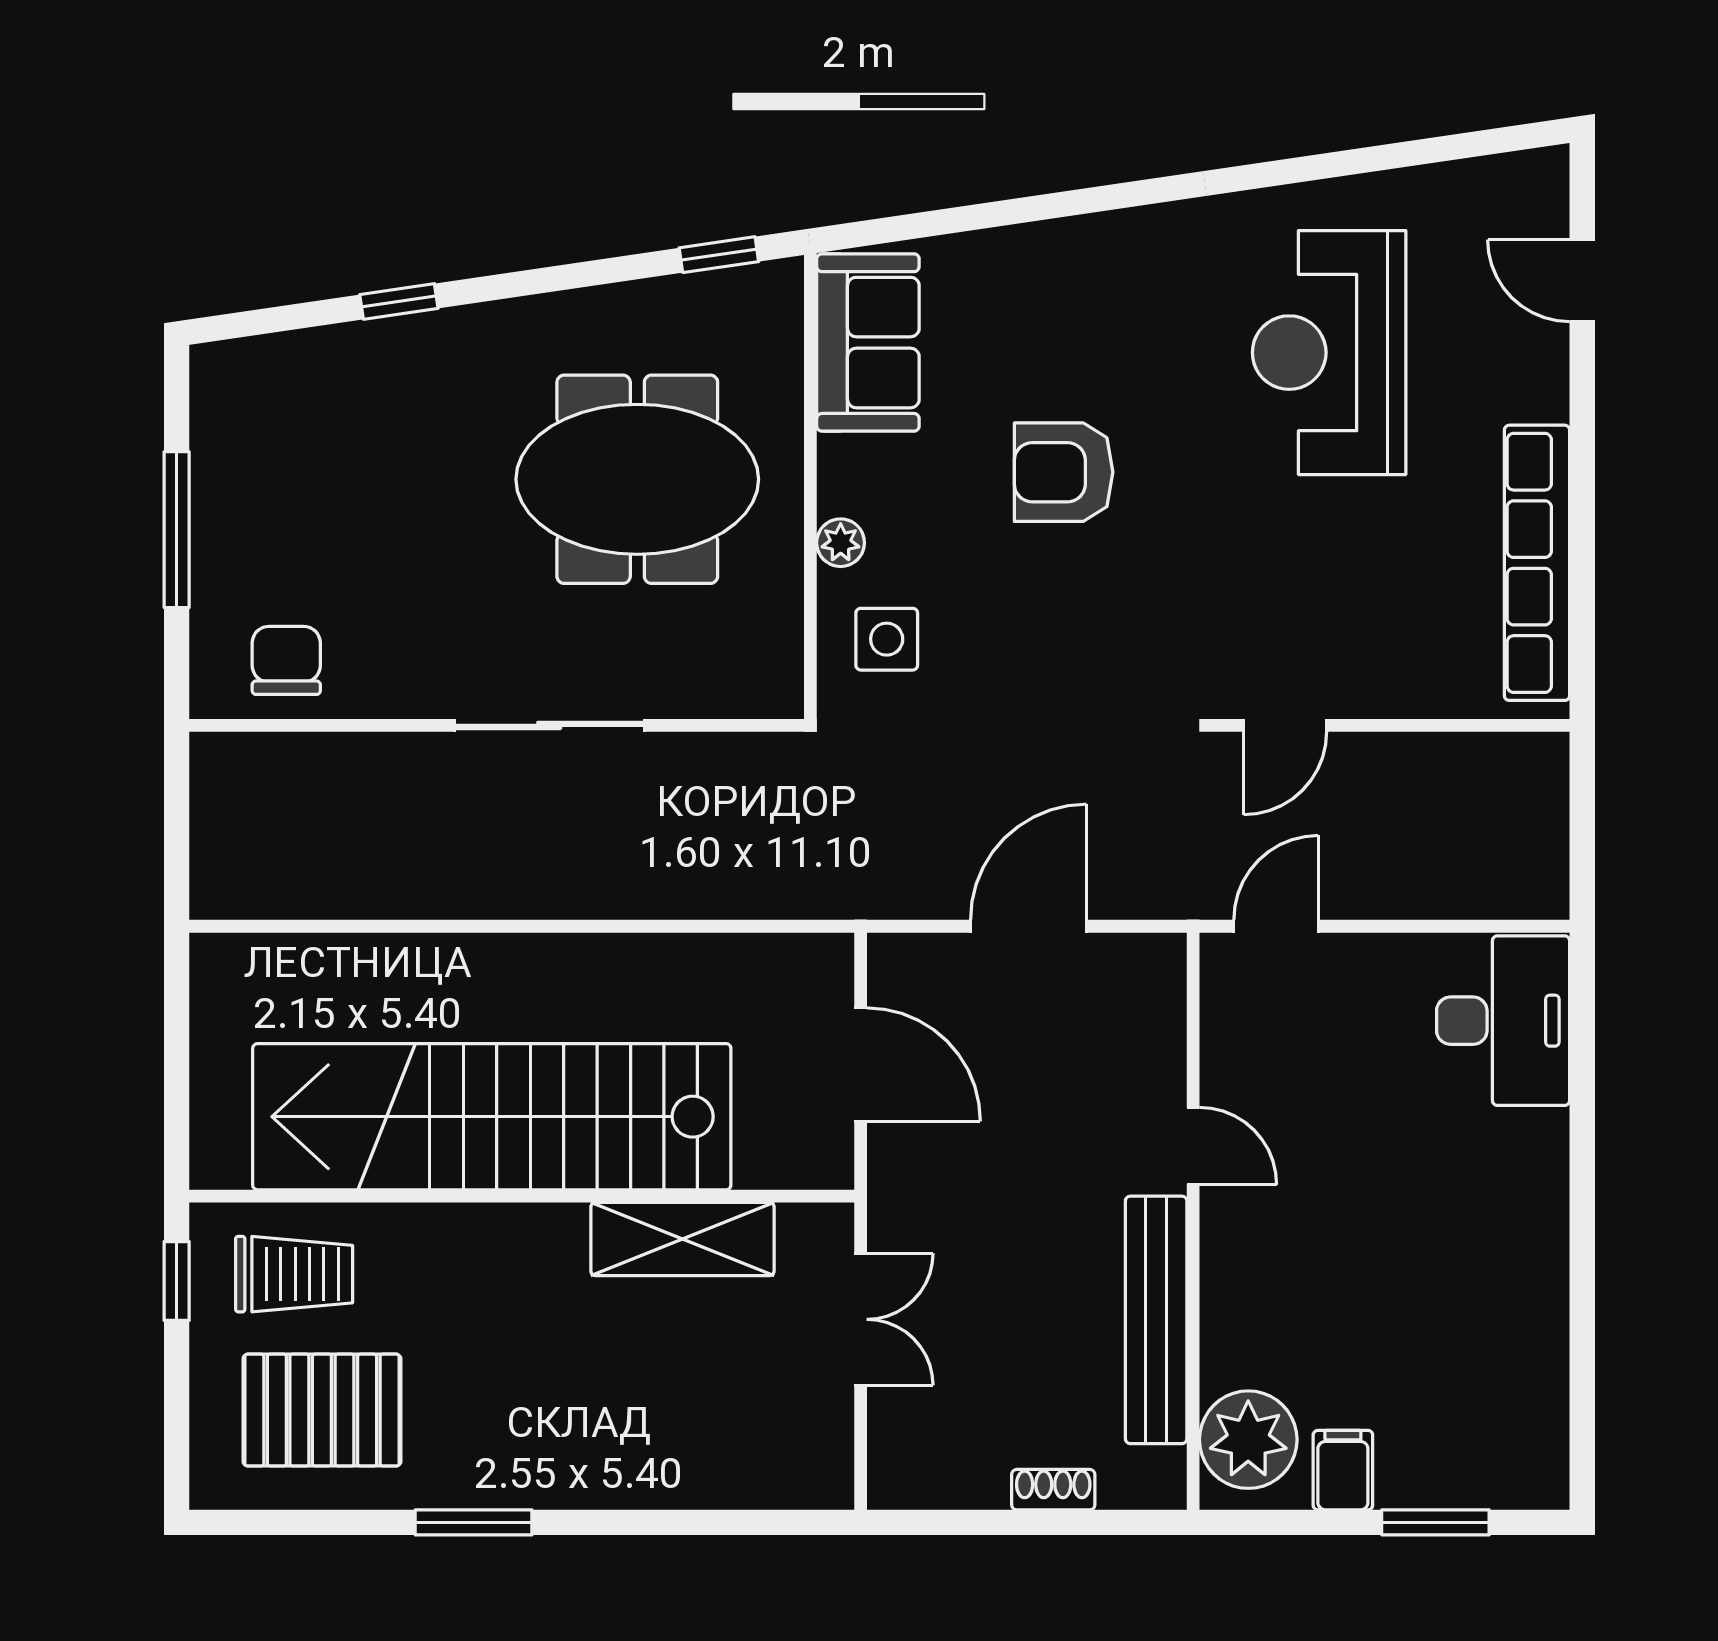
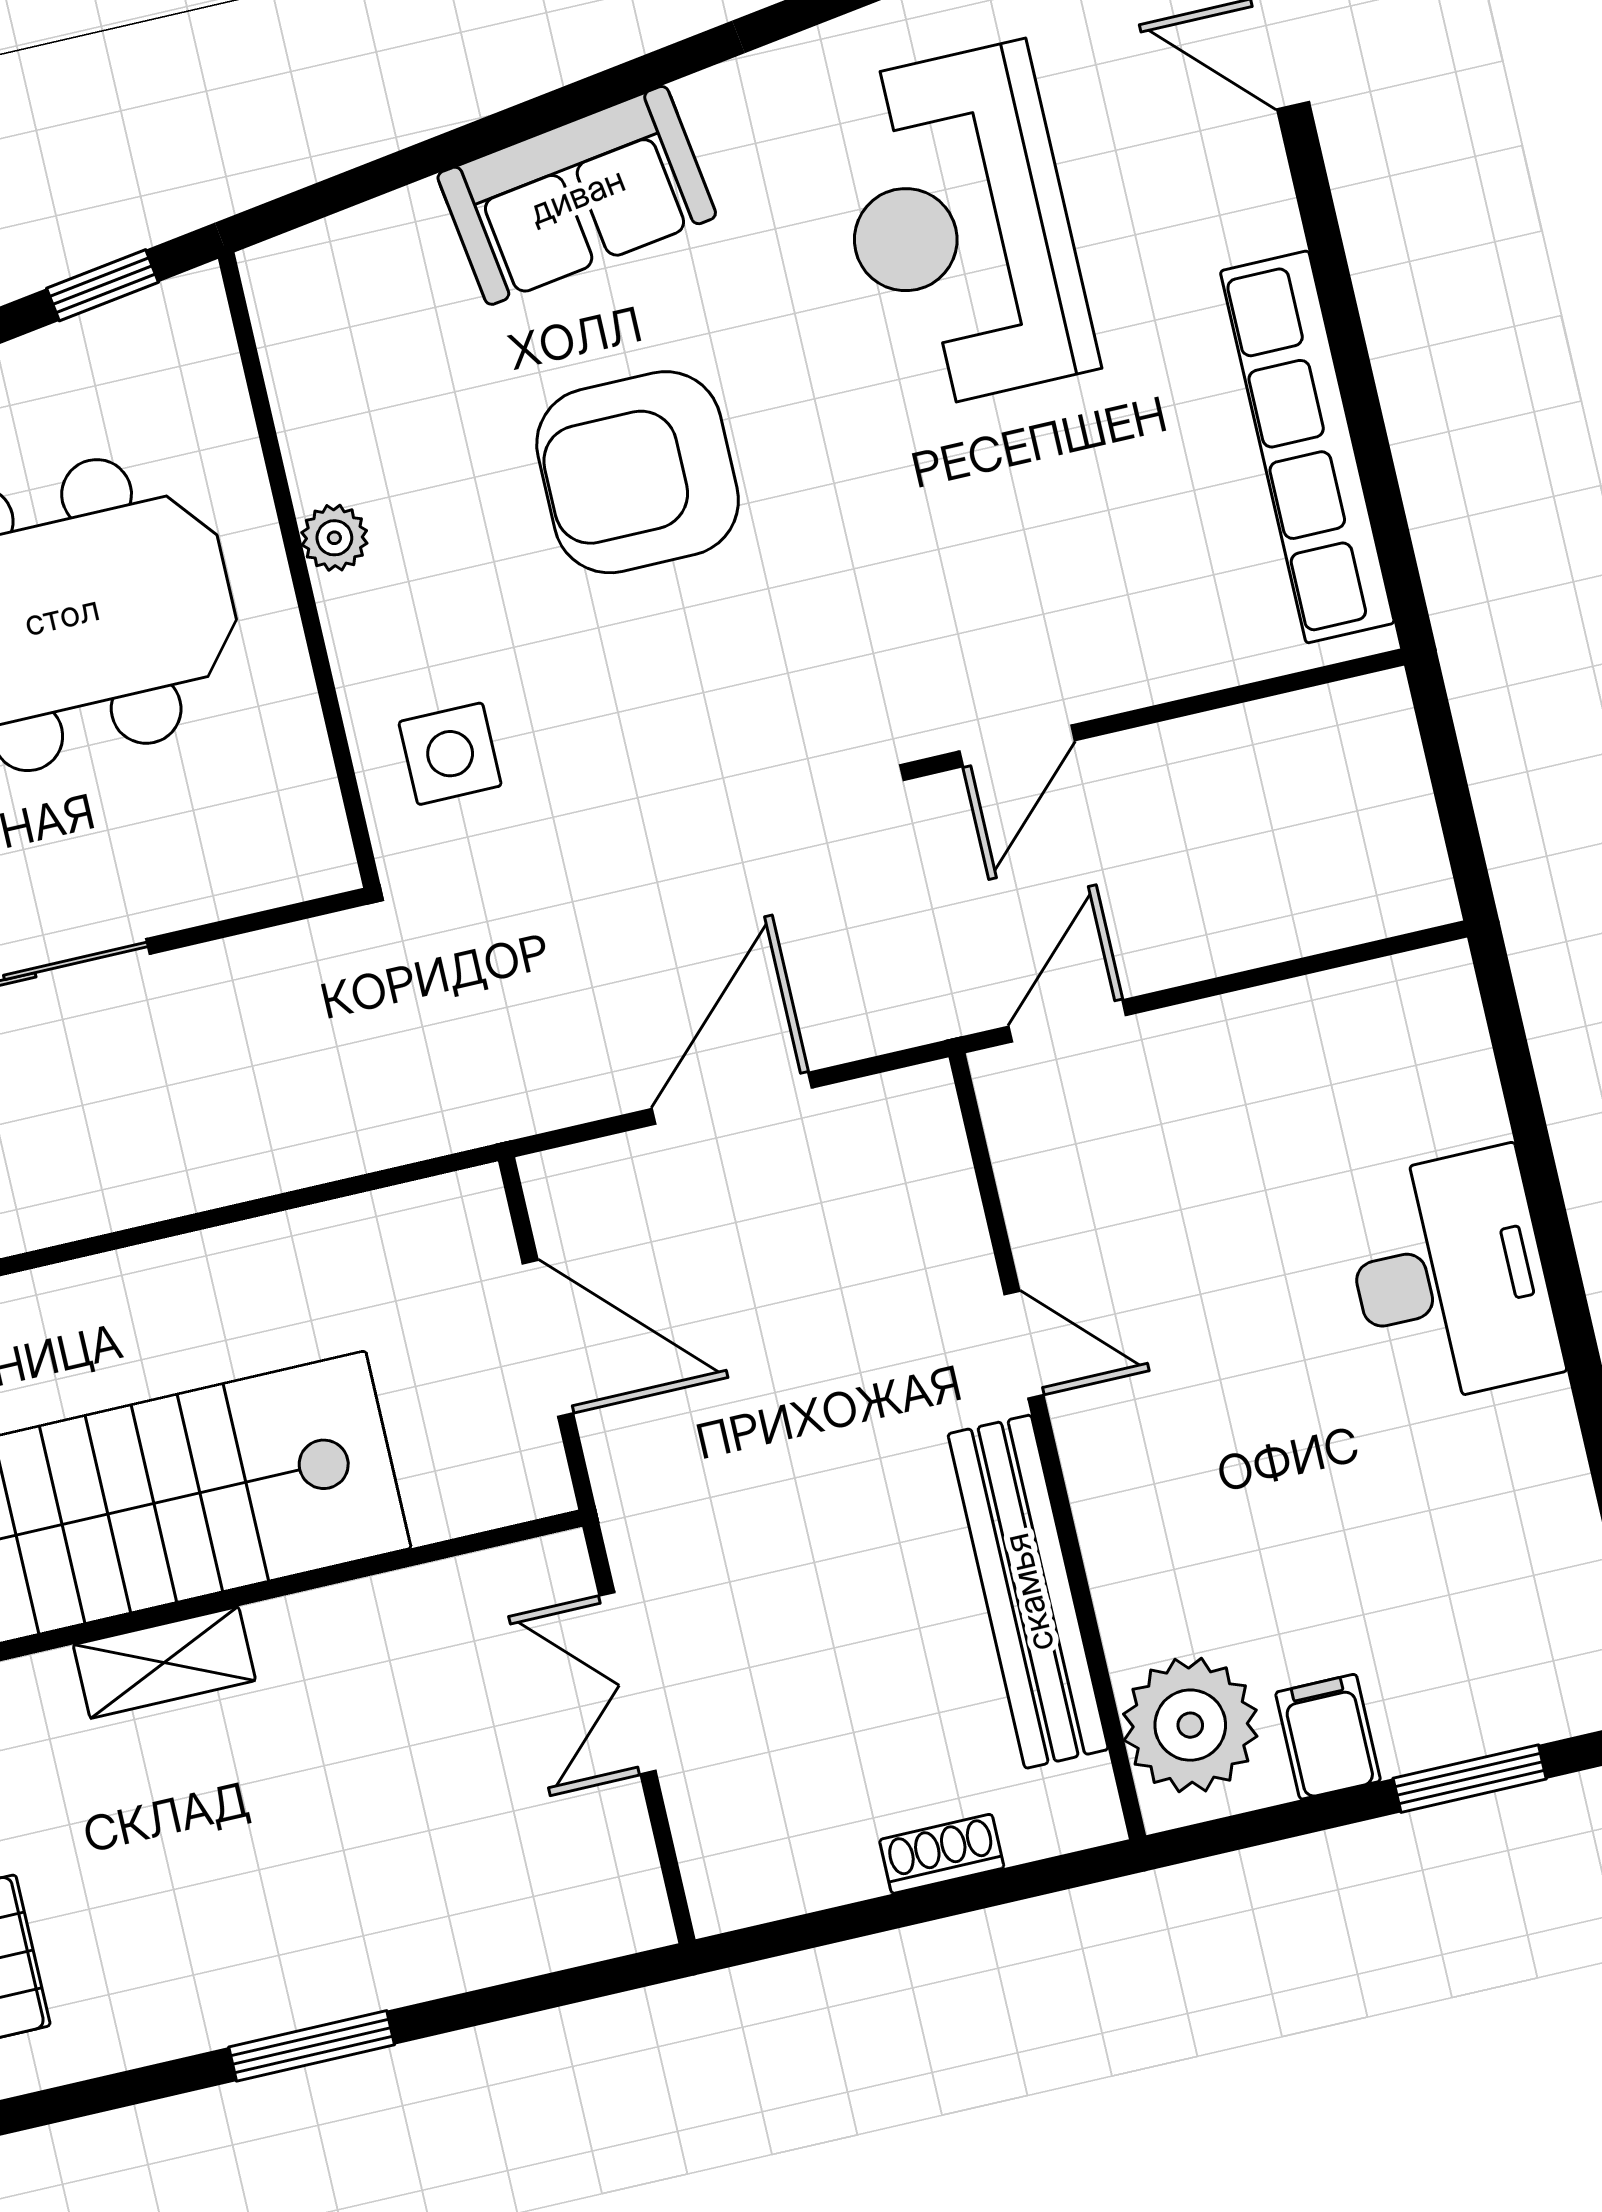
sofa: (868, 343) -> (577, 195), moved, turned 82
armchair: (1064, 472) -> (638, 472), width x1.36, depth x1.36
plant: (841, 543) -> (334, 538), moved
desk: (1503, 1021) -> (1451, 1277), moved
shelving: (682, 1239) -> (164, 1663), moved, width x0.67, depth x0.75
double door: (861, 1319) -> (628, 1683), swing flipped
window: (474, 1522) -> (312, 2046), moved

